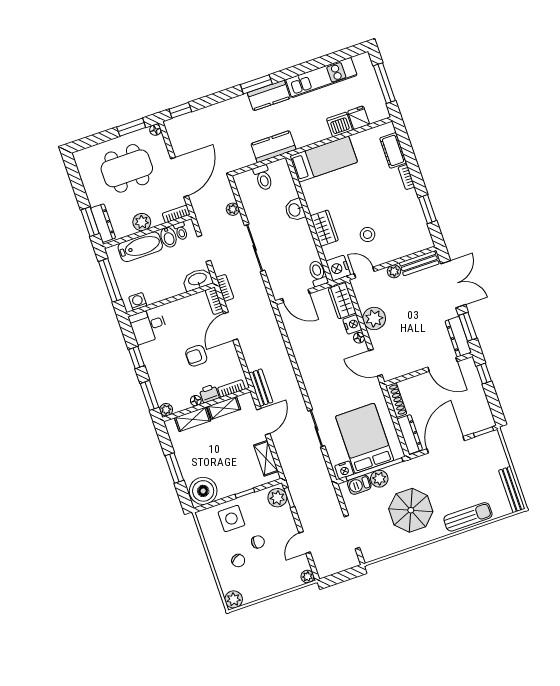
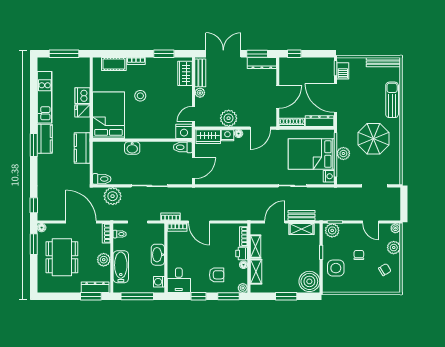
fridge: (359, 118) -> (82, 111), moved
bed: (324, 159) -> (108, 115), width x1.50
toilet: (263, 178) -> (102, 179), moved
plant: (233, 209) -> (113, 196), width x1.88, depth x1.88
wardrobe: (324, 228) -> (185, 73), moved, turned -90
stool: (368, 235) -> (140, 96), moved
bidet: (169, 237) -> (121, 244), removed
washbasin: (198, 279) -> (158, 255), moved
armchair: (196, 356) -> (217, 275), moved, turned -90
door: (443, 364) -> (278, 97), moved
bench: (261, 388) -> (301, 215), moved
door: (263, 422) -> (275, 222), hinge flipped
barbecue: (359, 485) -> (343, 71), moved
chair: (238, 561) -> (385, 270), moved
plant: (234, 599) -> (394, 248), moved

